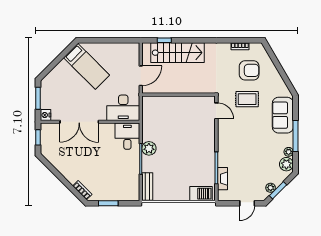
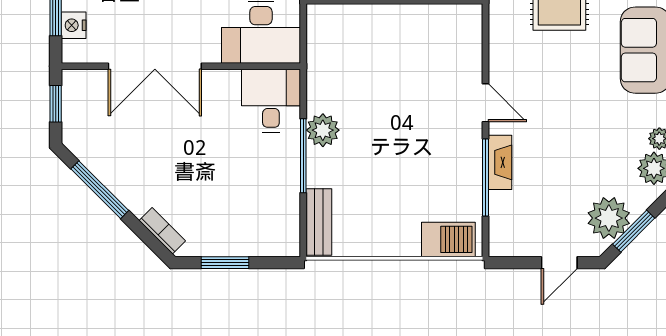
door: (216, 111) -> (485, 103), moved
nightstand: (45, 115) -> (74, 25), moved
window: (56, 173) -> (100, 190), added
fireplace: (222, 179) -> (500, 162), moved
plant: (271, 188) -> (609, 218), width x1.88, depth x1.88

